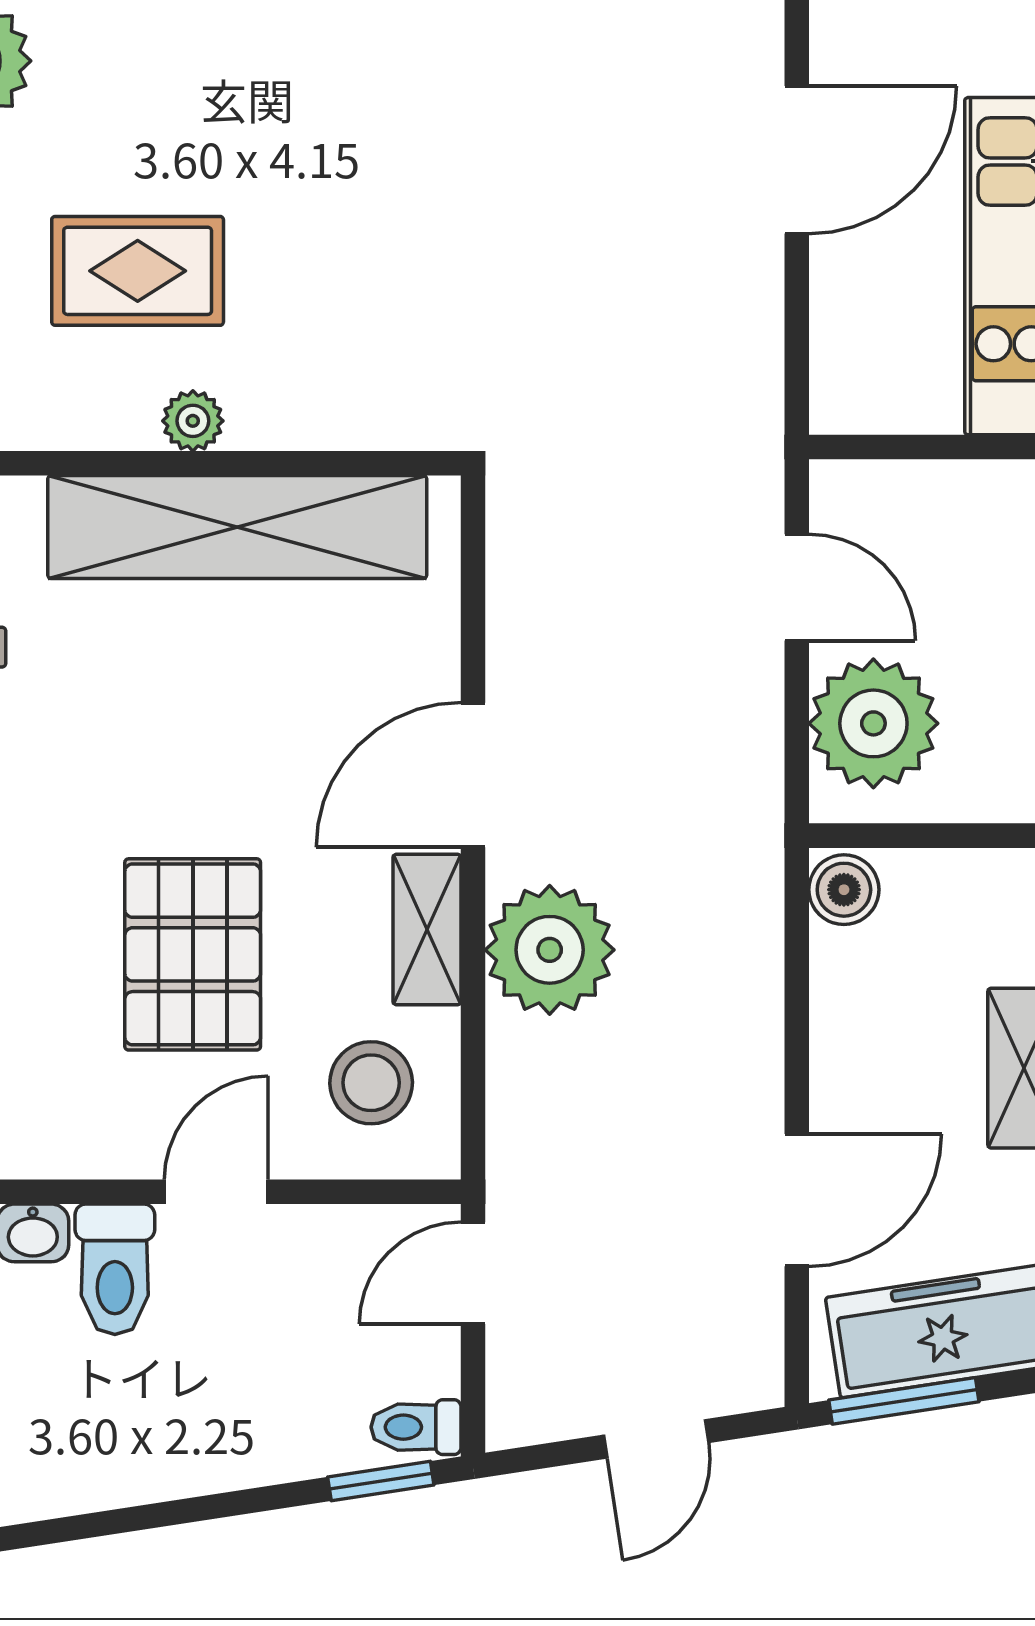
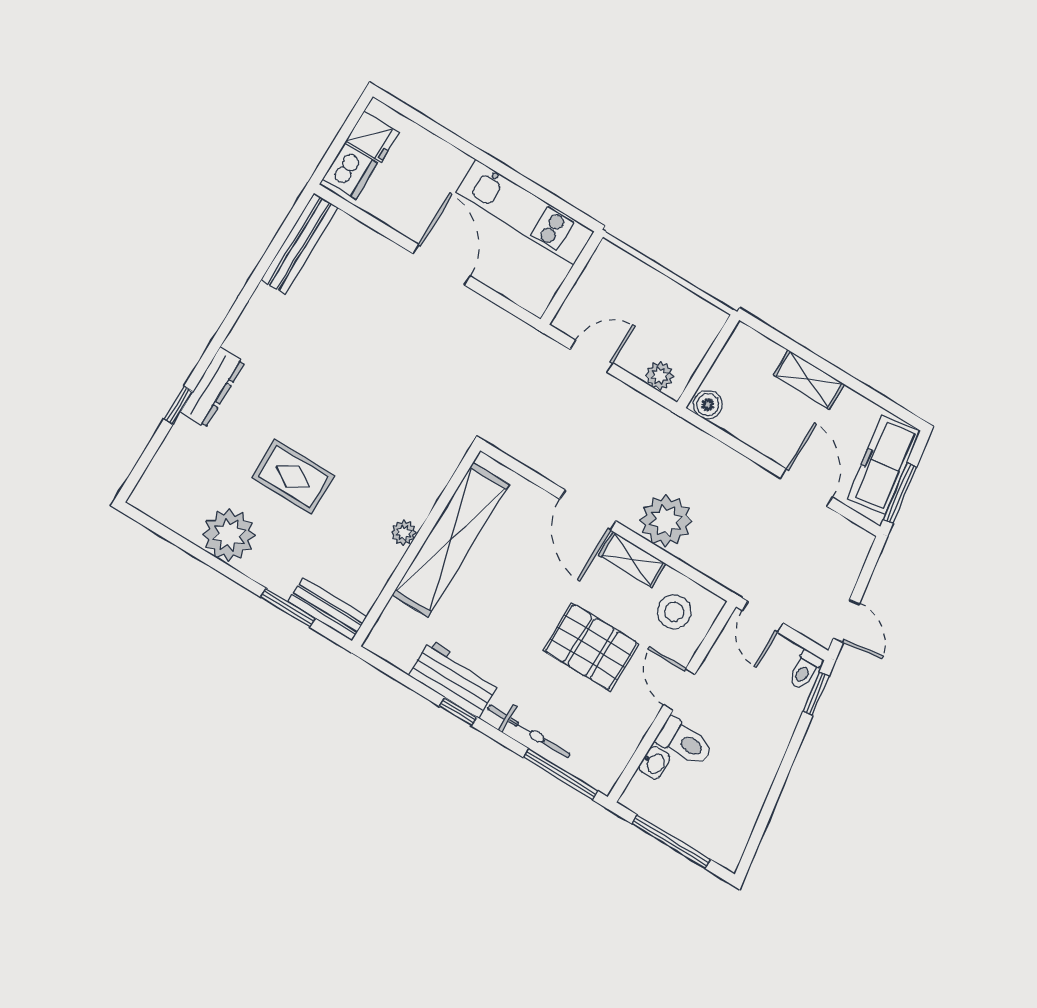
rug: (138, 271) -> (293, 477), moved, turned 90
plant: (873, 723) -> (660, 376), width x0.53, depth x0.53
door: (656, 1439) -> (846, 621), moved

